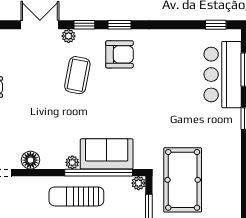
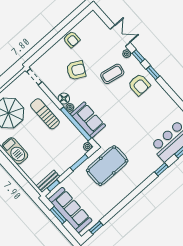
armchair: (34, 115) -> (76, 70), added
floor lamp: (30, 160) -> (64, 99), moved
sun lounger: (76, 196) -> (45, 114), moved

